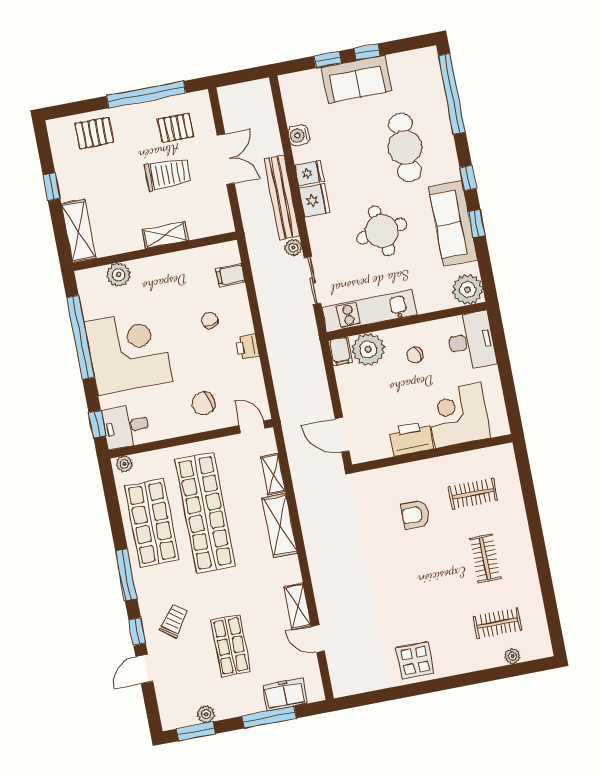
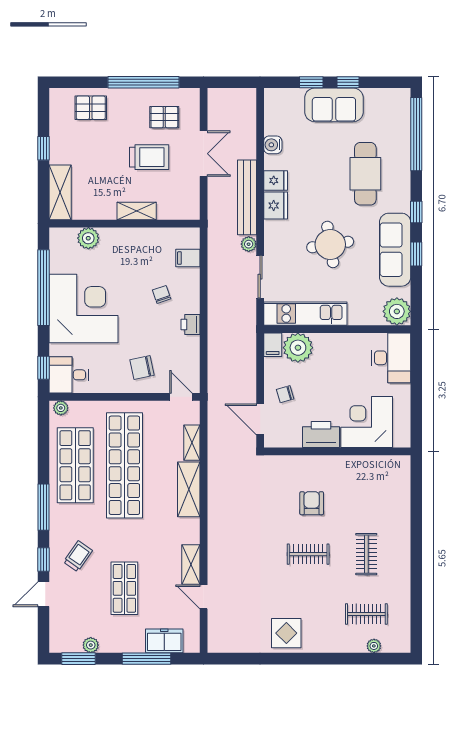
chair: (415, 355) -> (285, 394), moved
clothes rail: (473, 494) -> (308, 554), moved
armchair: (415, 515) -> (312, 503), turned 90

